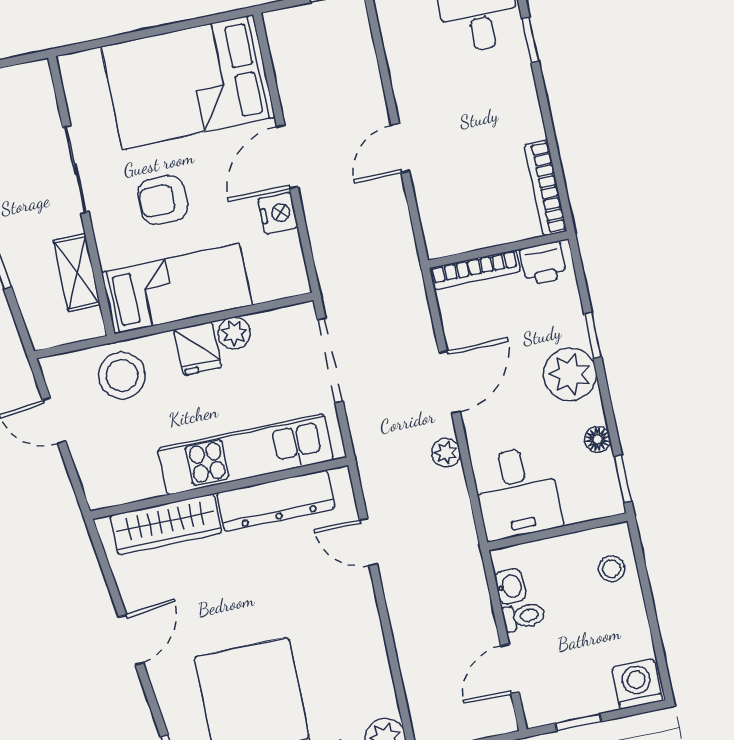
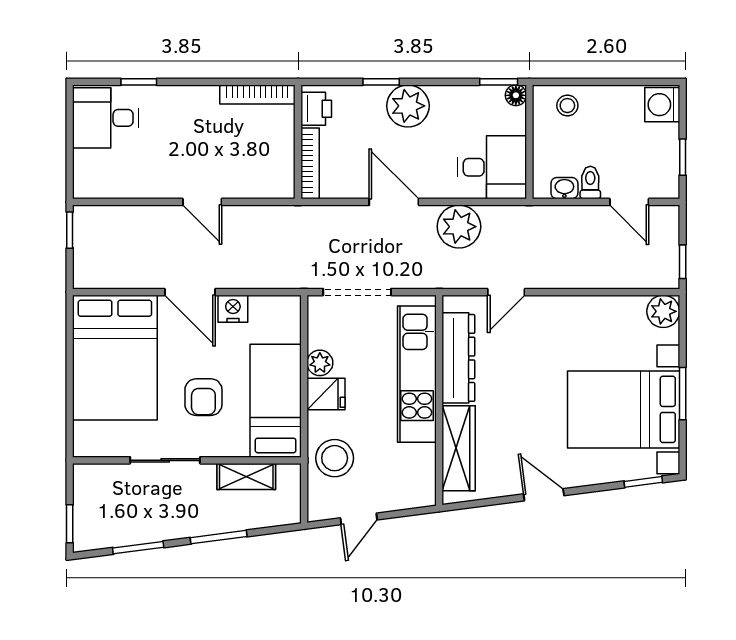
floor lamp: (597, 439) -> (516, 95), moved
plant: (446, 453) -> (459, 227), width x1.88, depth x1.88

